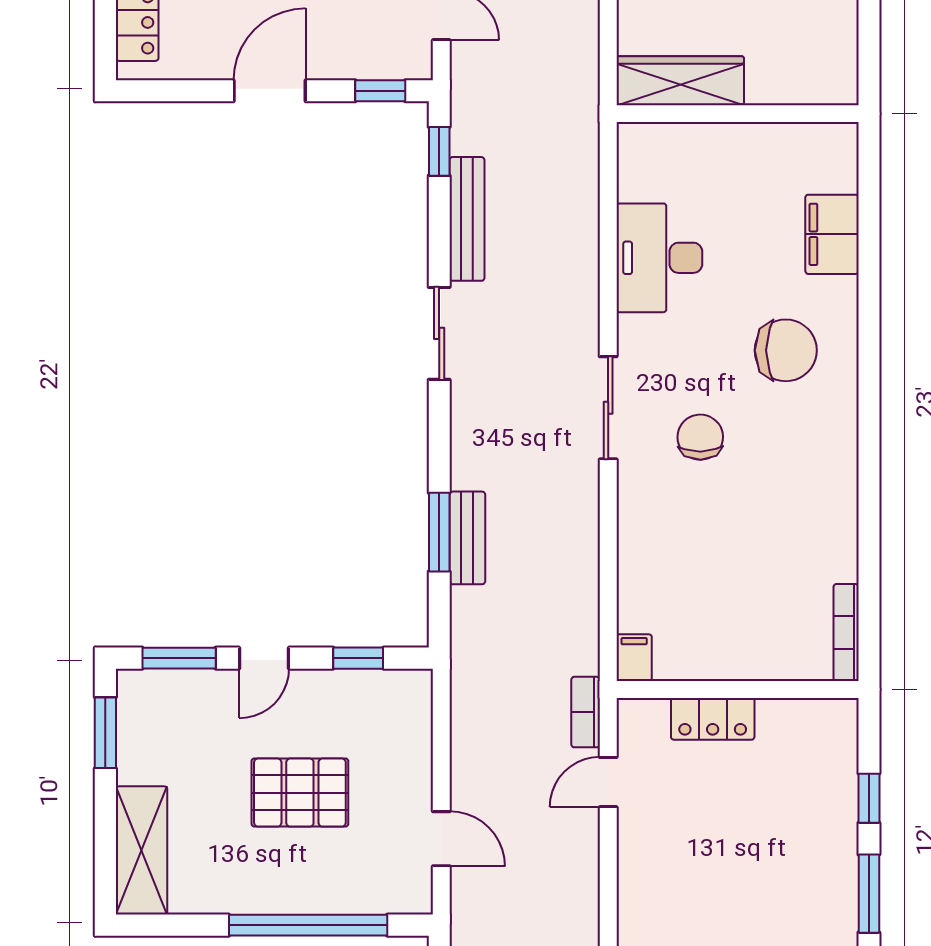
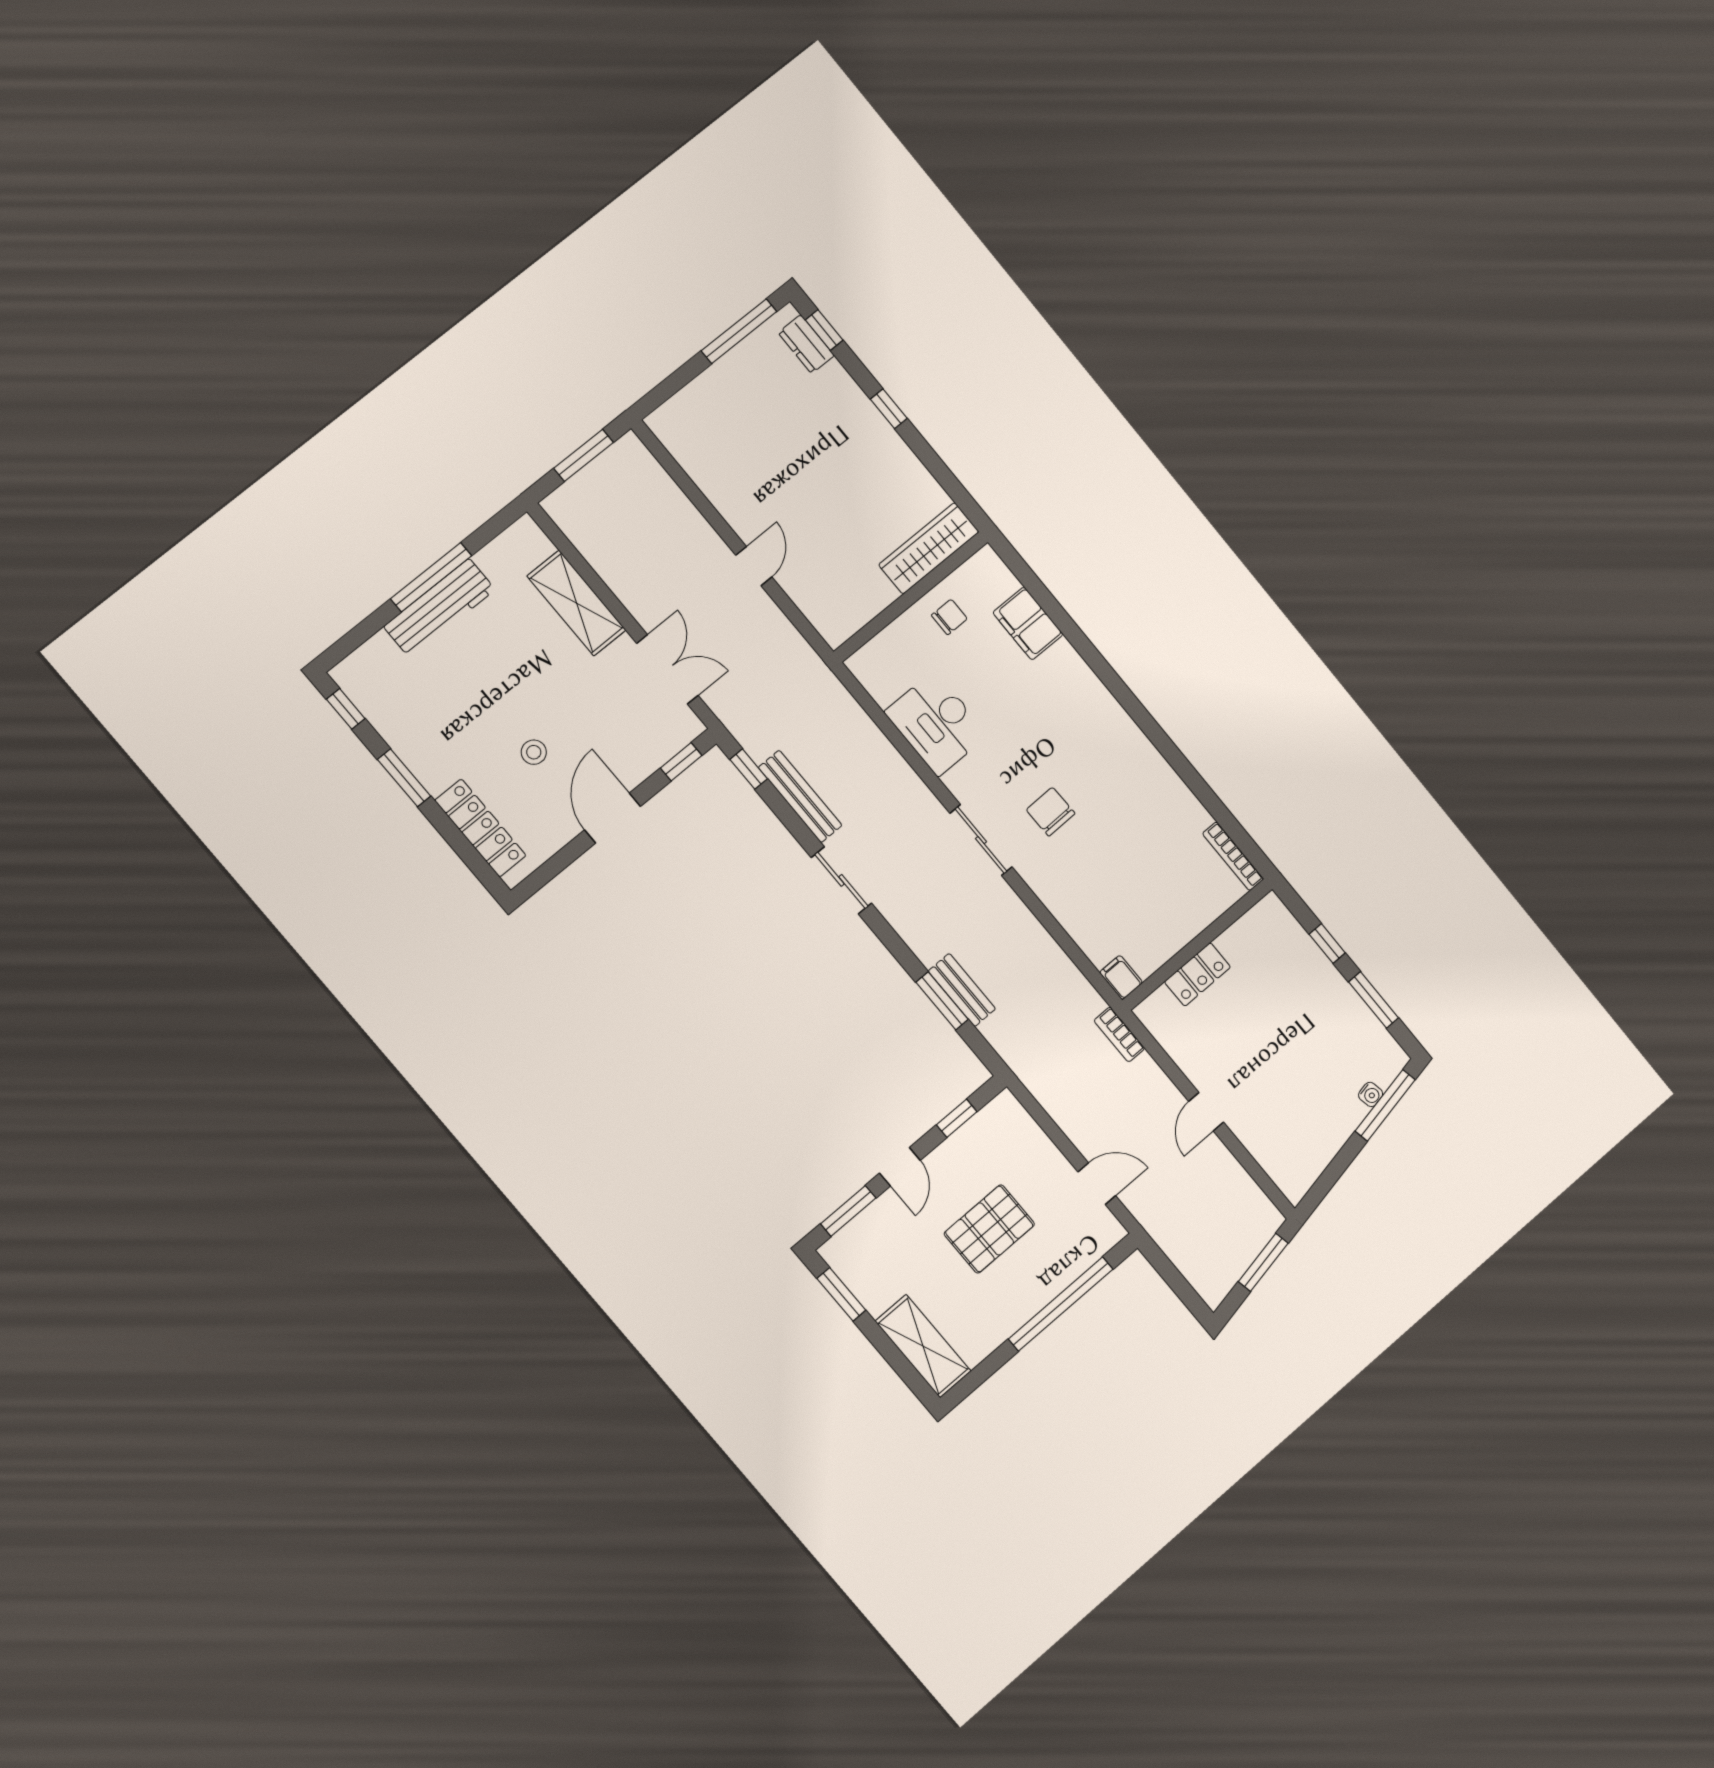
wardrobe: (680, 81) -> (929, 548), moved
chair: (786, 350) -> (949, 617), moved, width x0.54, depth x0.54
door: (608, 782) -> (1206, 1112), moved

